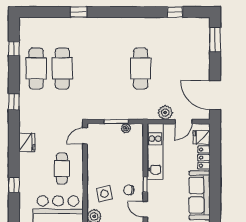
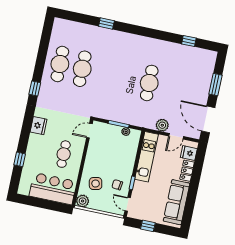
window: (215, 40) -> (215, 85), moved
window: (14, 48) -> (44, 43), removed

